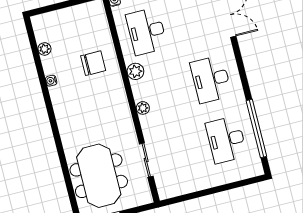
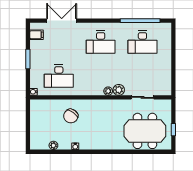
chair: (93, 63) -> (71, 116), turned -143
plant: (135, 71) -> (119, 90), moved

